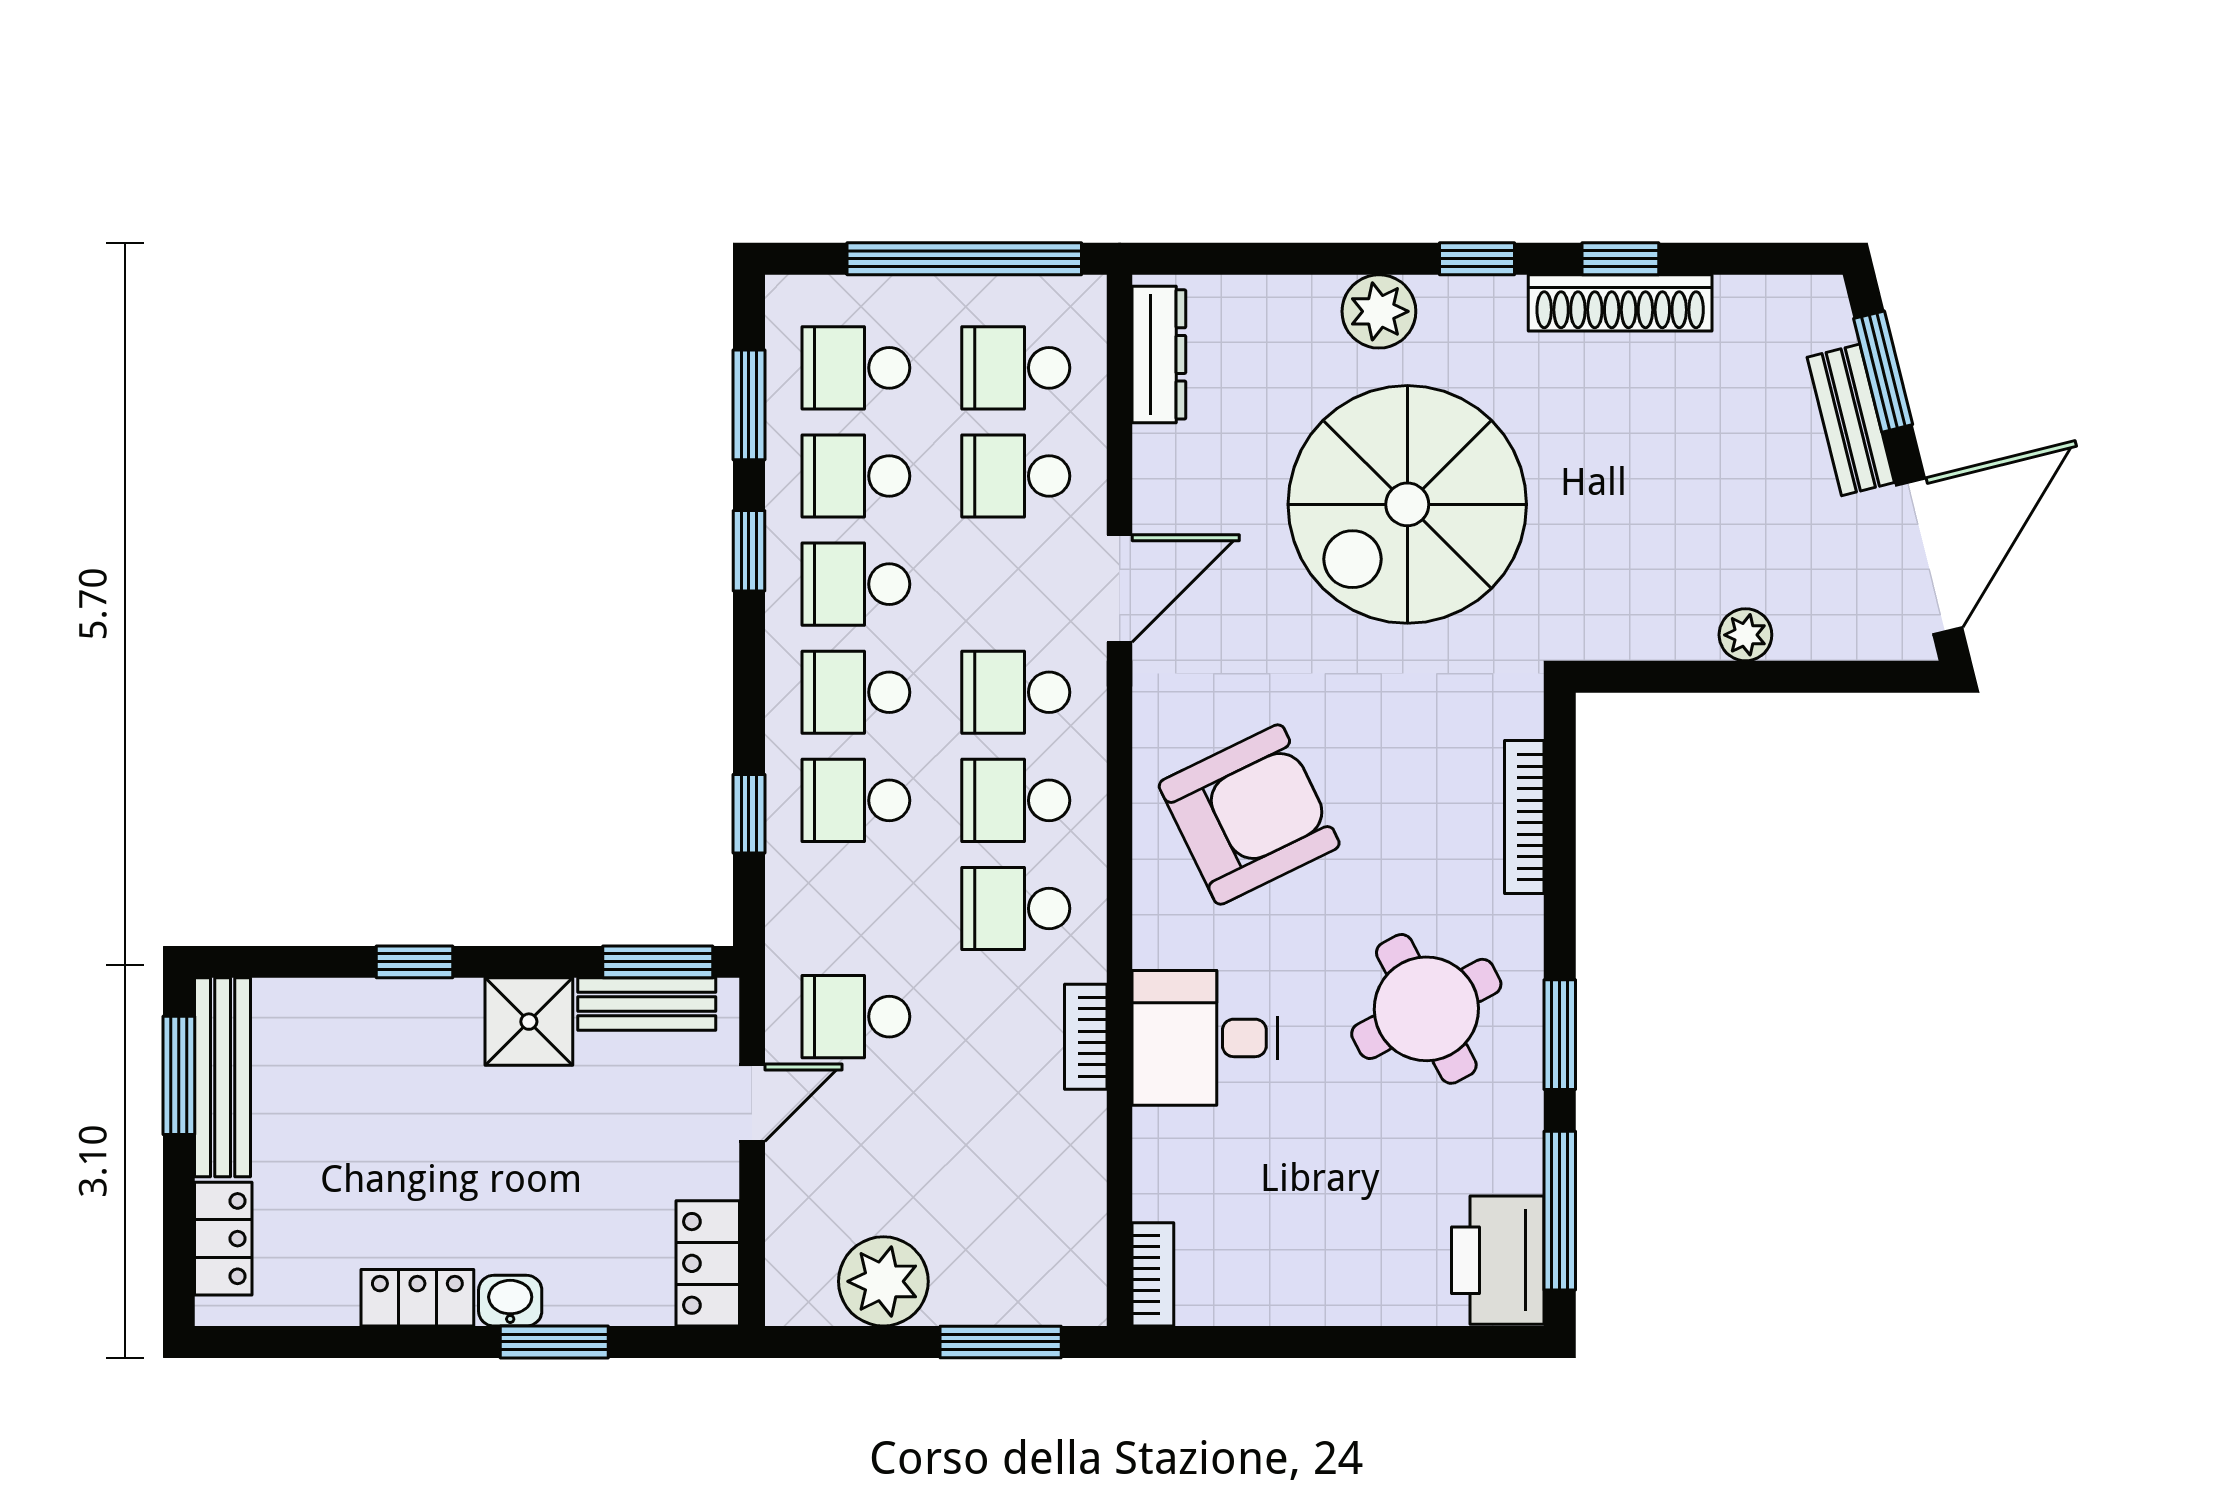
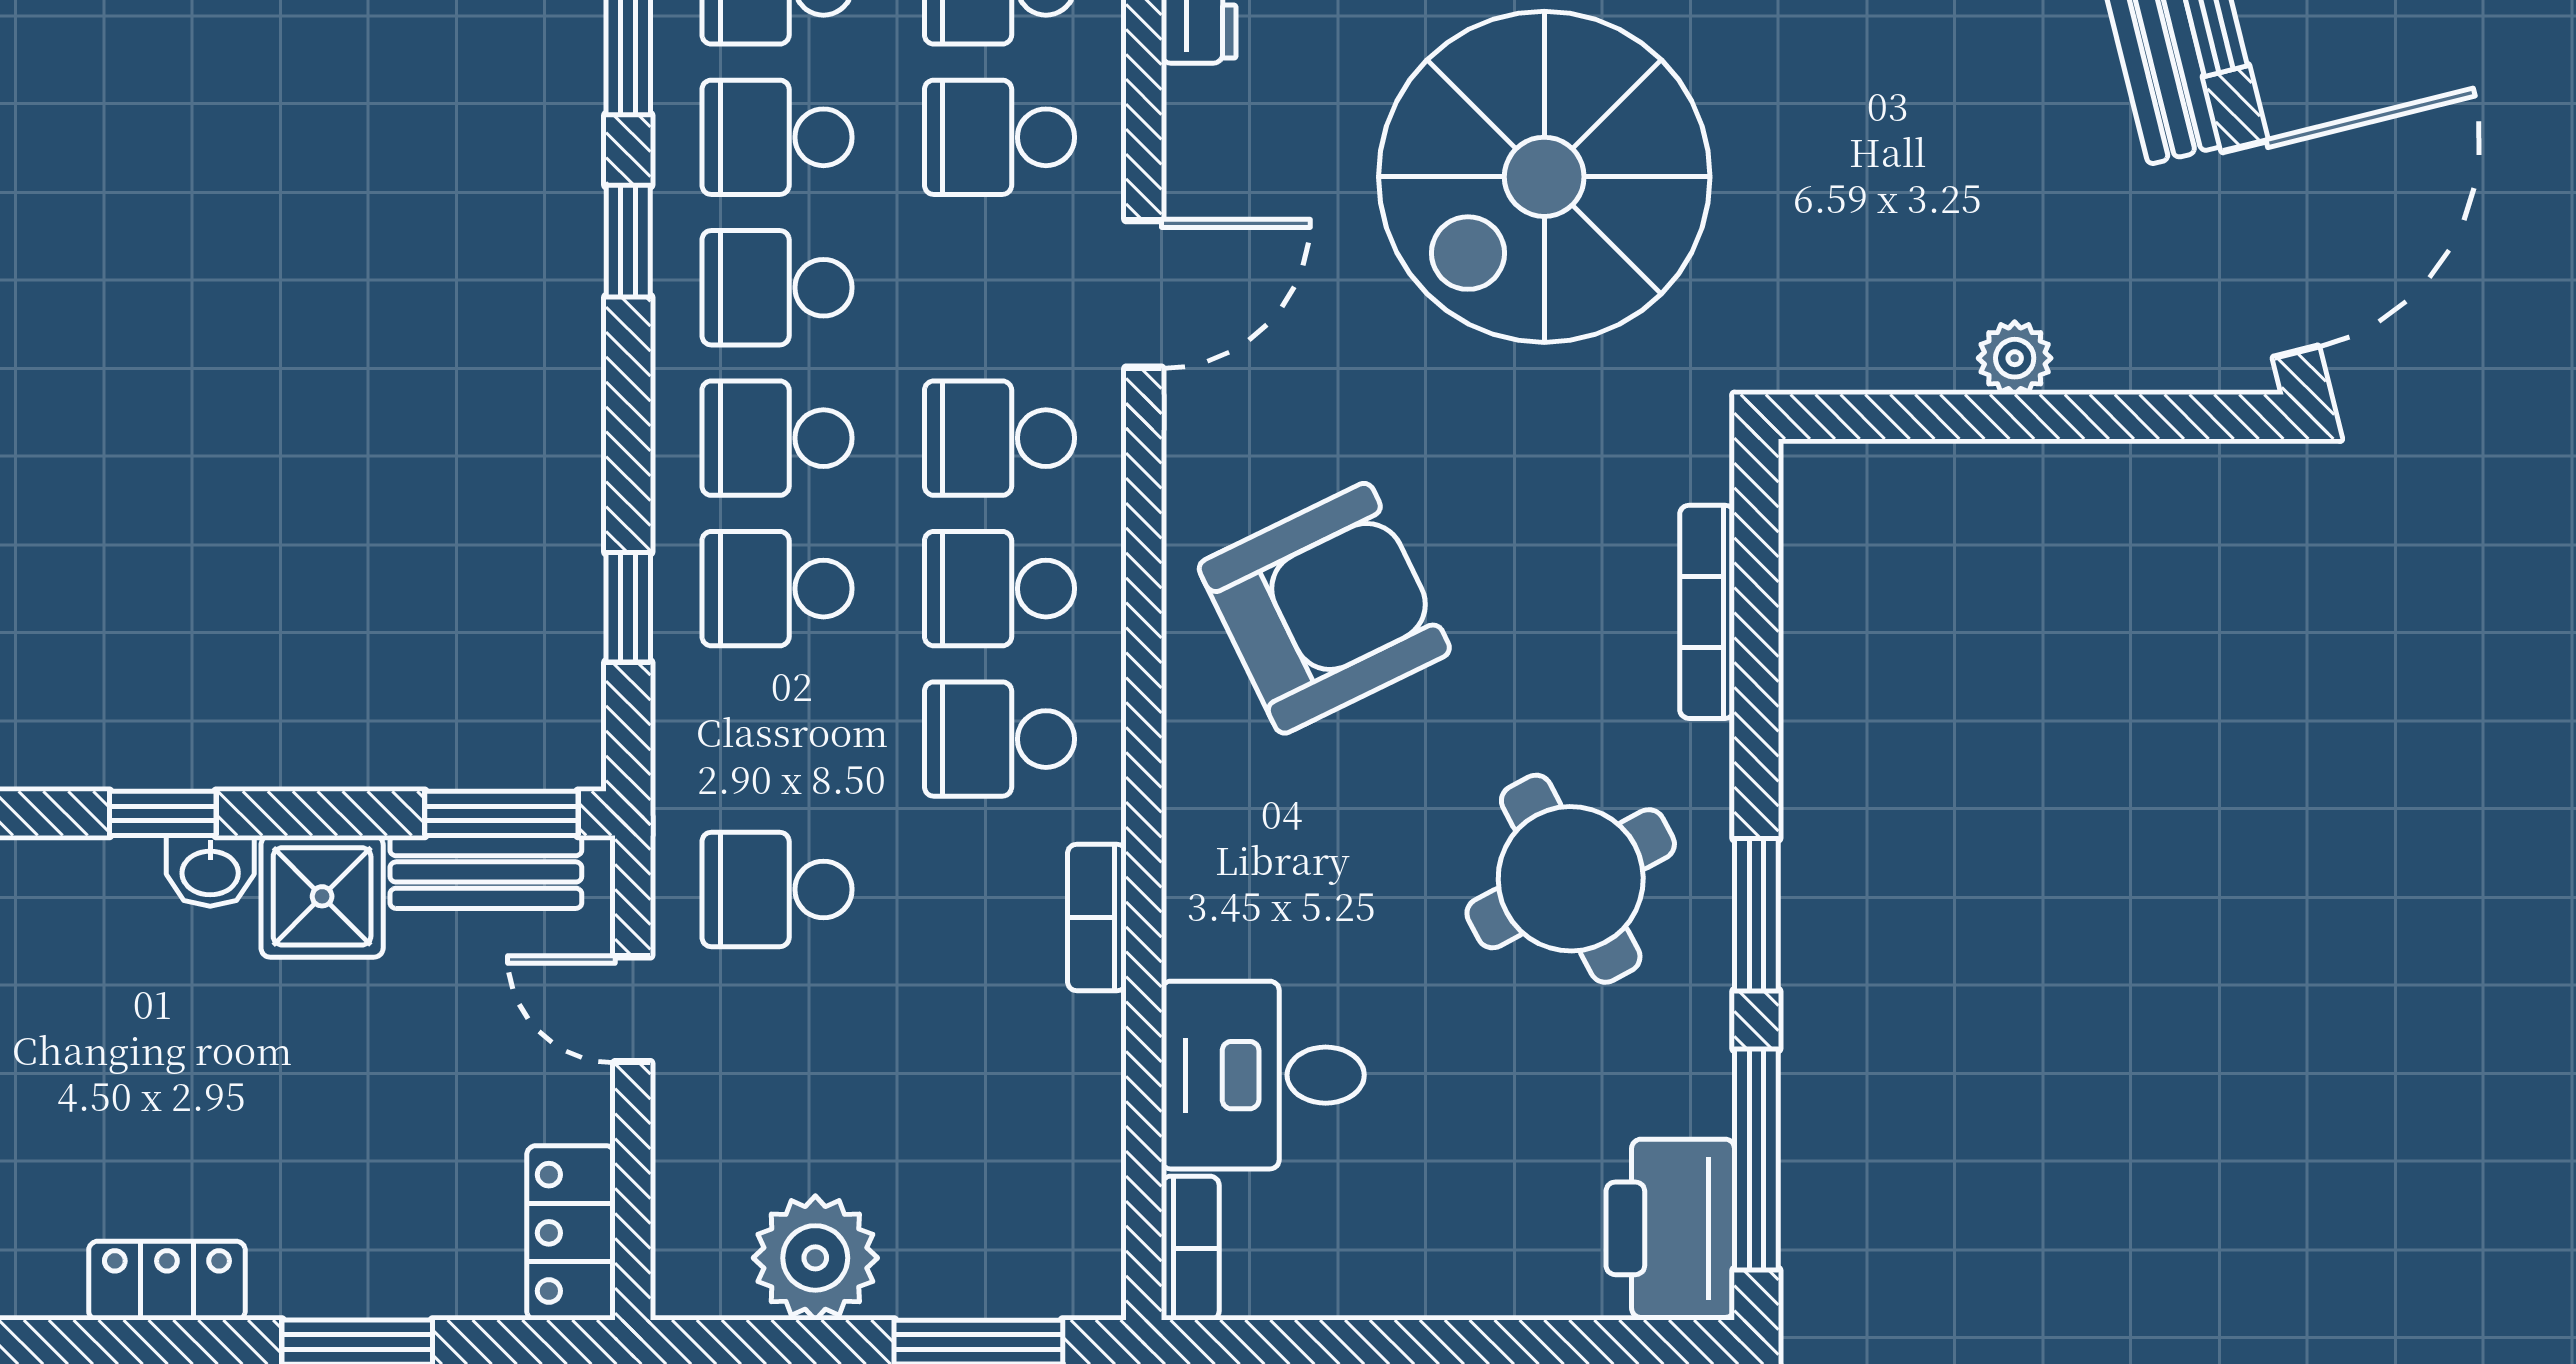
desk: (1205, 1038) -> (1263, 1075), moved
door: (752, 1103) -> (633, 1009), swing flipped
washbasin: (510, 1301) -> (210, 871), moved, turned 180

